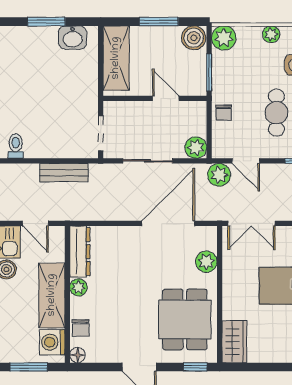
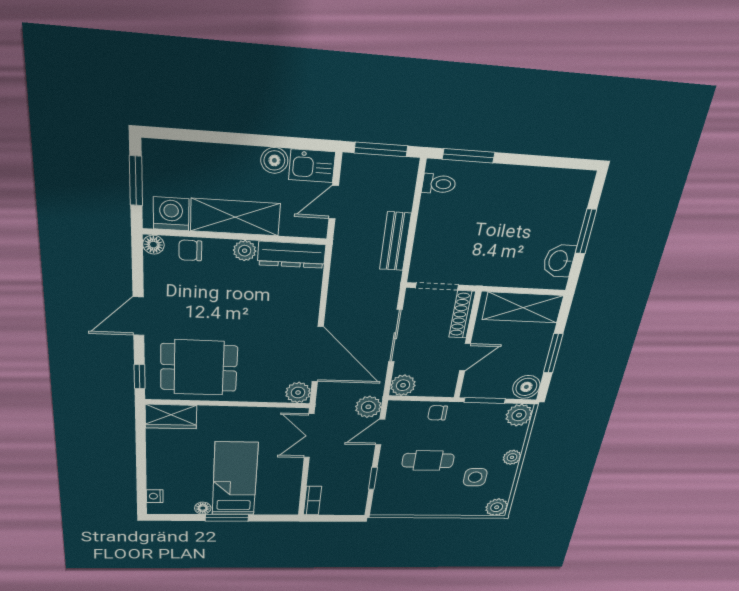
shoe rack: (125, 108) -> (462, 314), added
plant: (206, 262) -> (298, 393), moved

